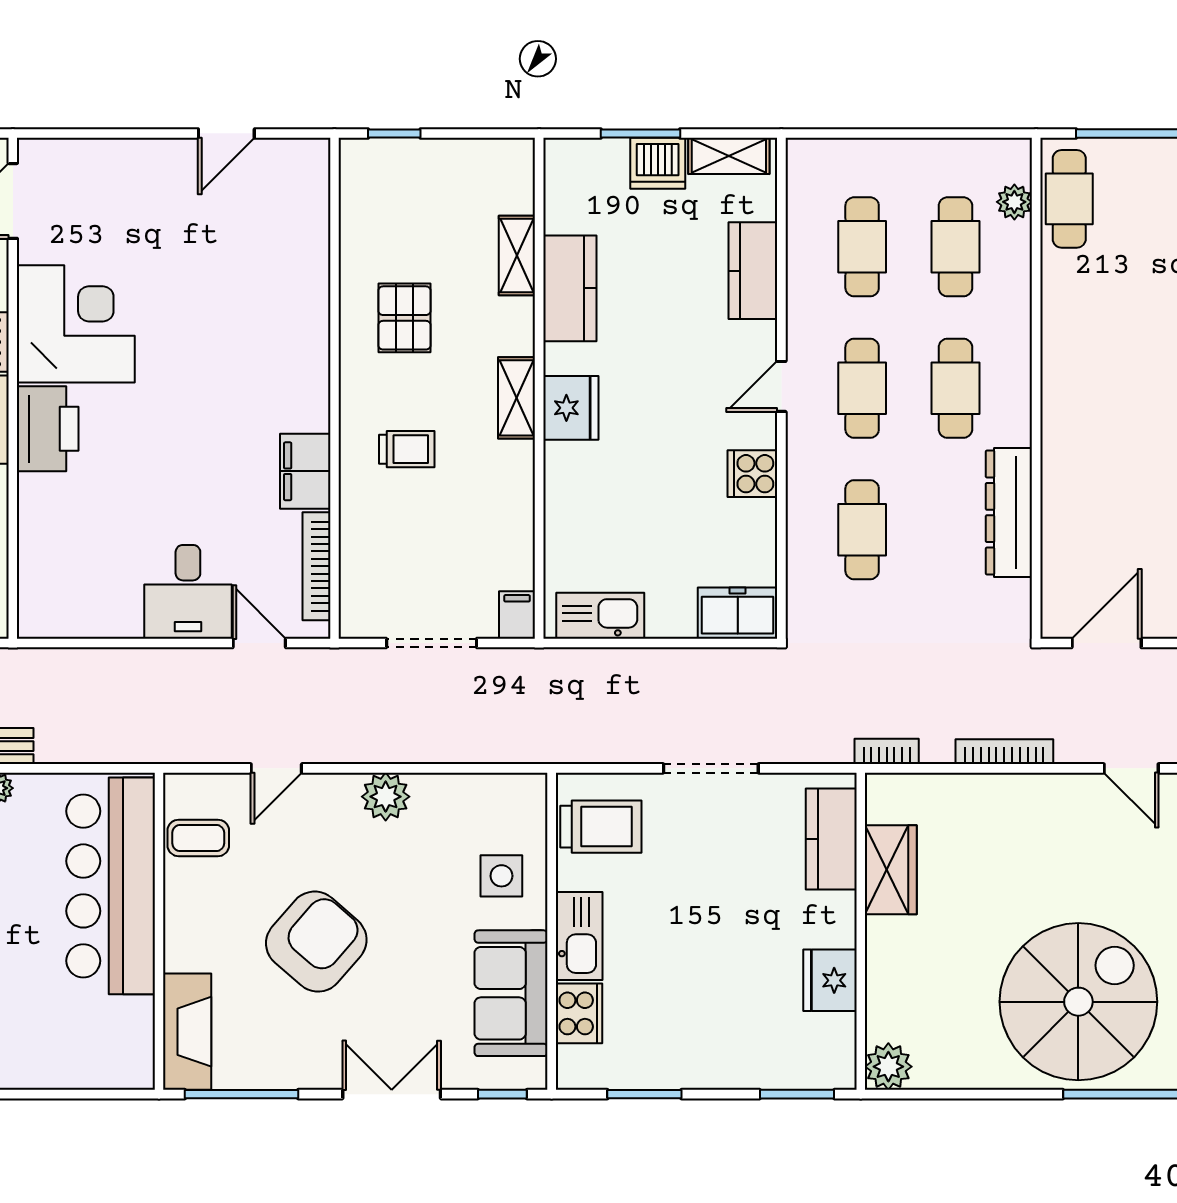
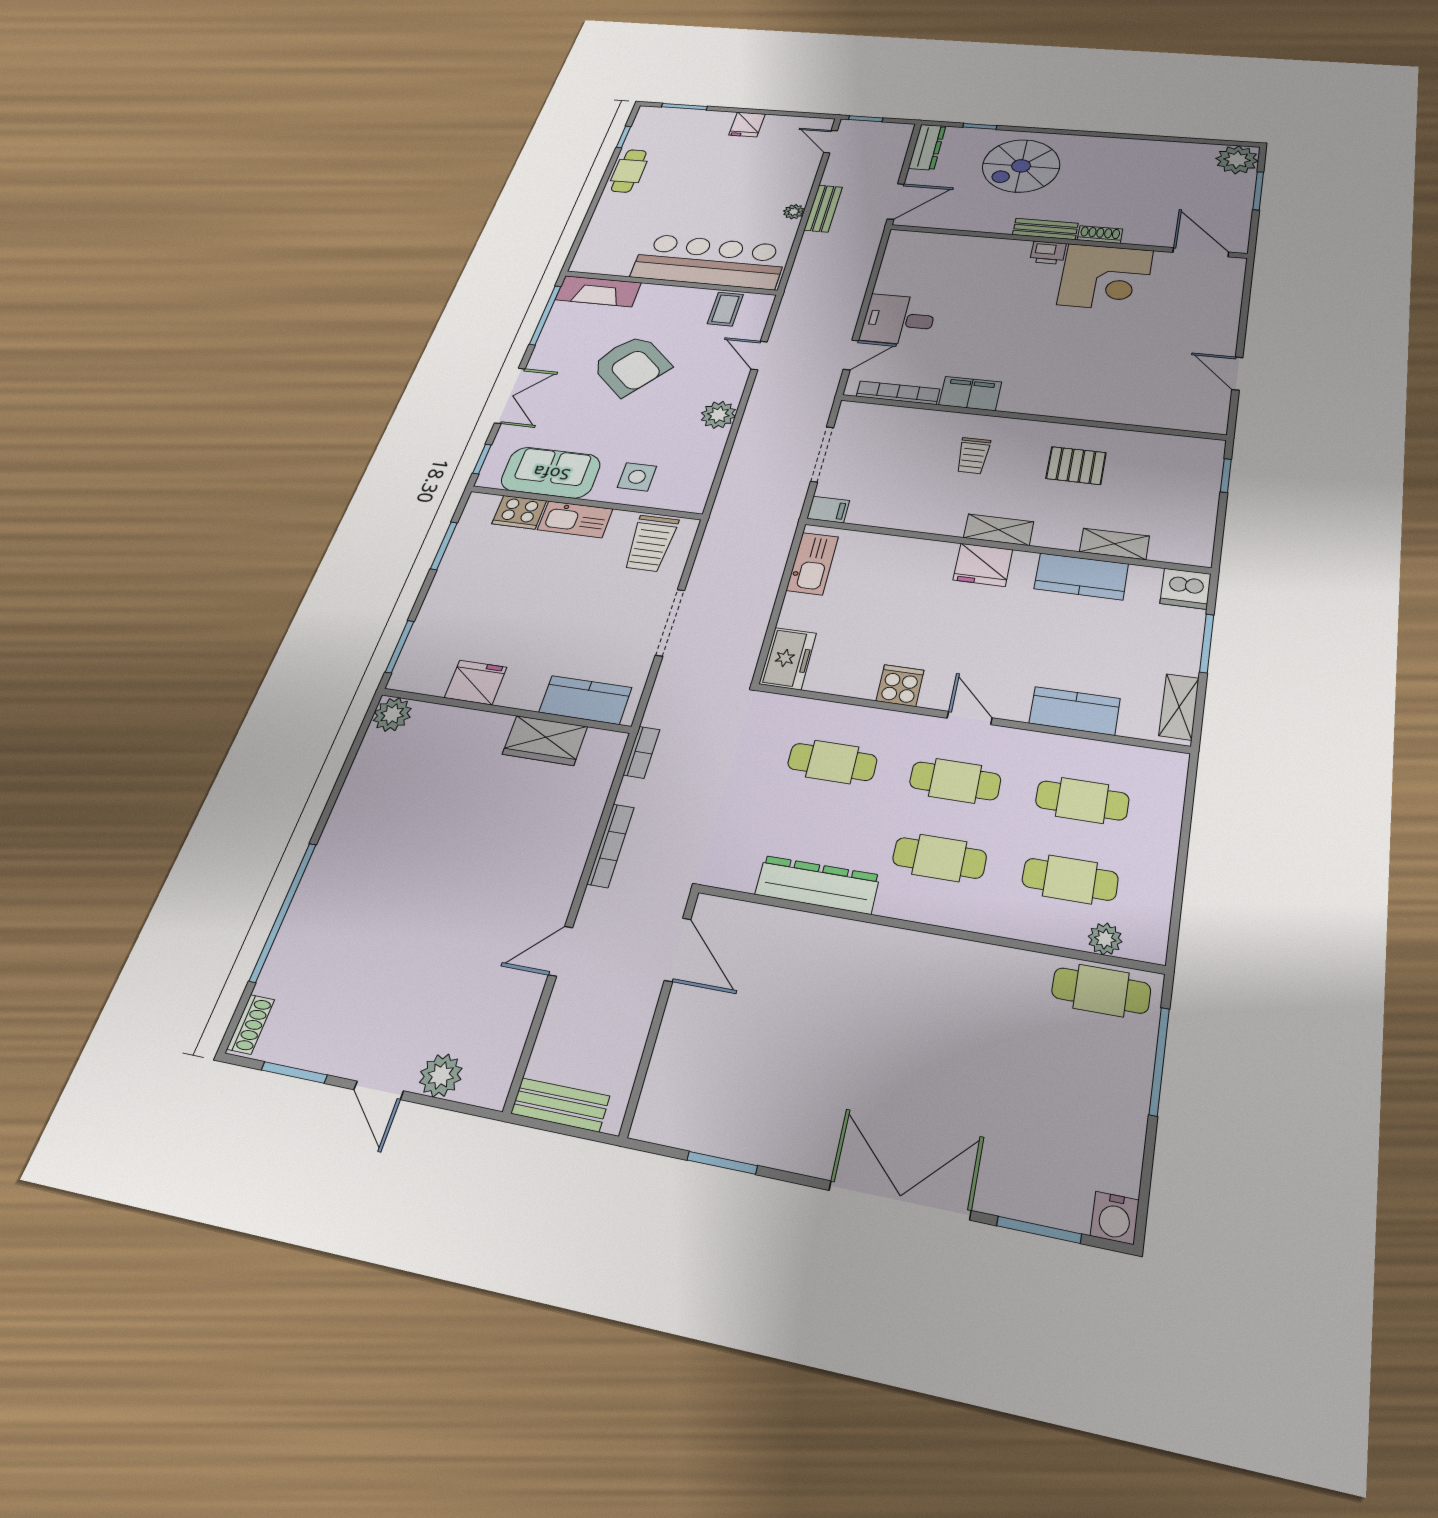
dishwasher: (658, 163) -> (1186, 589), moved, turned -90
printer: (48, 429) -> (1048, 253), width x0.53, depth x0.68
spiral stairs: (1078, 1002) -> (381, 870), removed

